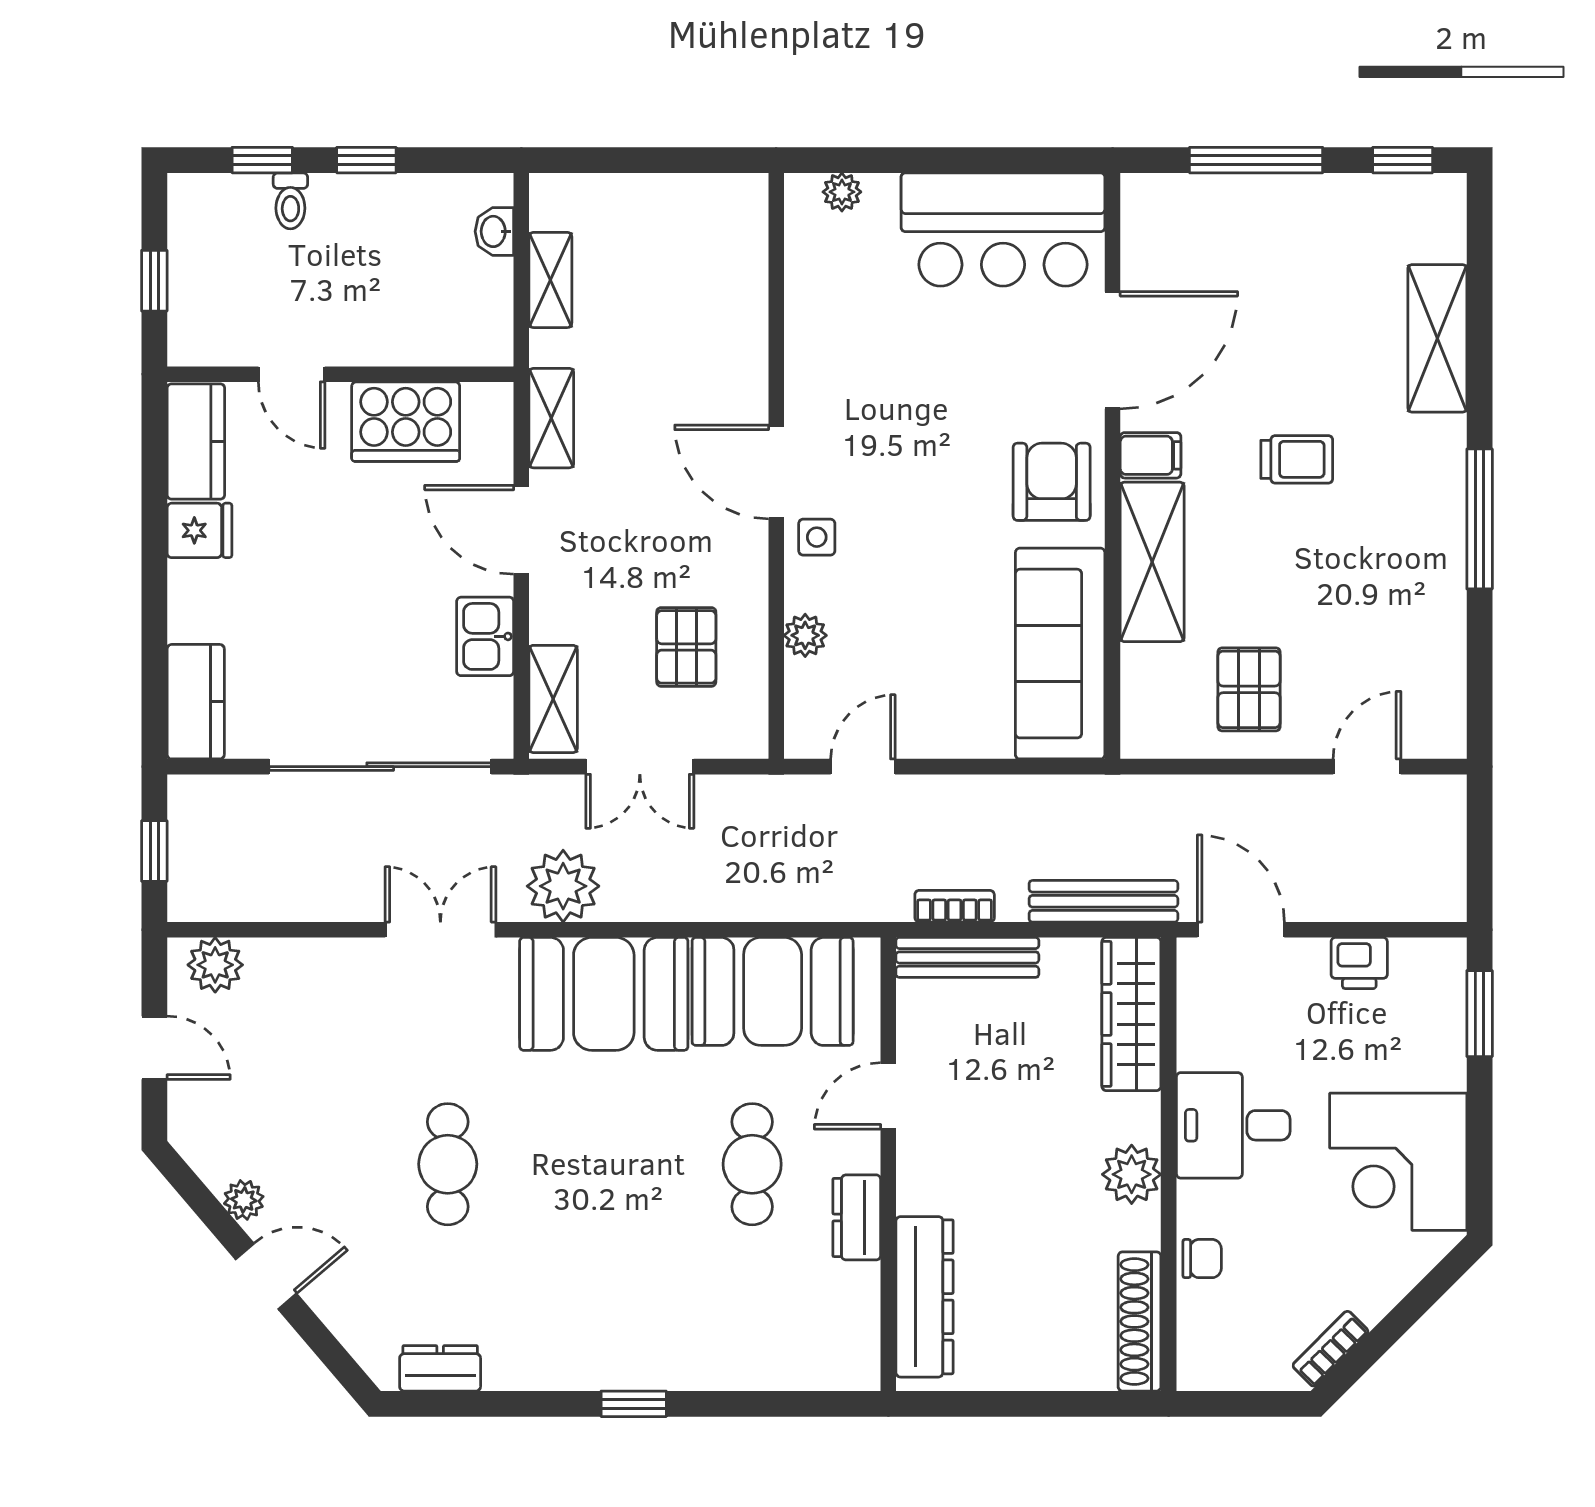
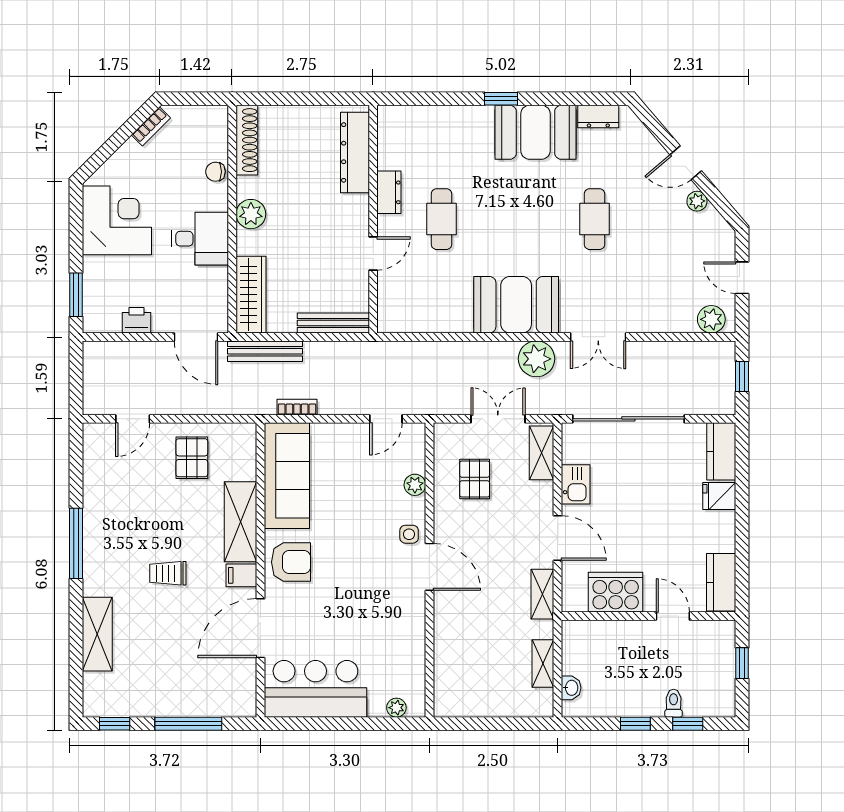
armchair: (1052, 482) -> (291, 562), turned -90
fridge: (199, 530) -> (719, 496), moved
bookcase: (955, 906) -> (297, 407), moved, turned 180
booth: (773, 991) -> (535, 132), moved

